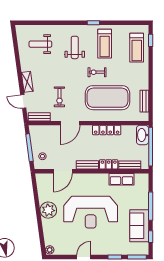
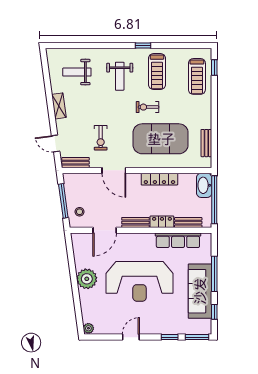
weight bench: (75, 47) -> (120, 76), turned 180
shelving: (27, 82) -> (59, 106), moved
door: (70, 123) -> (114, 170), hinge flipped
row of seats: (122, 179) -> (178, 240), width x1.48
sofa: (139, 226) -> (200, 291), width x1.36

